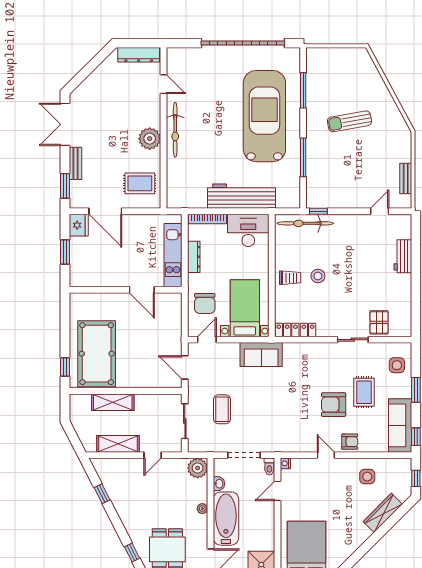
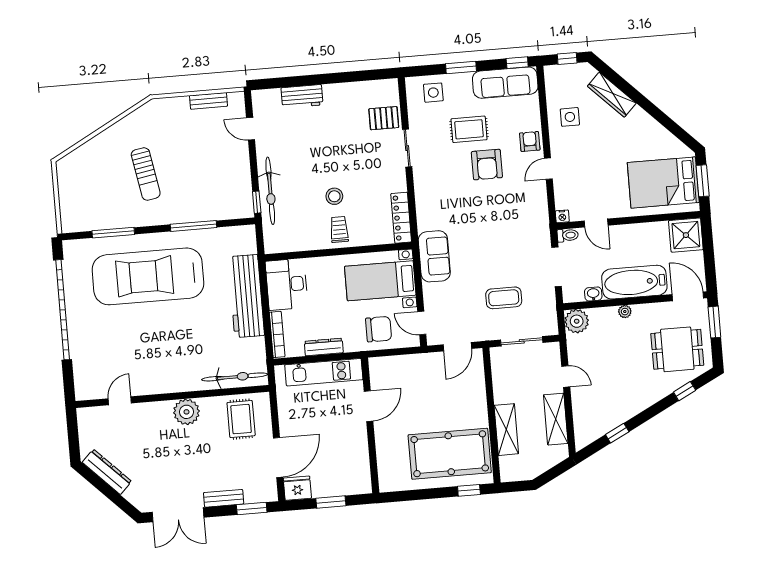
dresser: (139, 55) -> (107, 472), moved, turned -45
bicycle: (175, 130) -> (235, 377), moved
bicycle: (305, 223) -> (270, 191), moved

